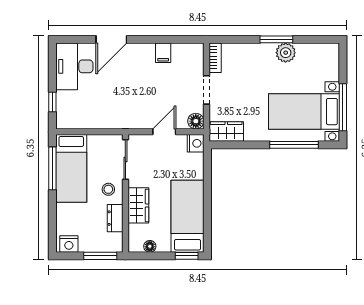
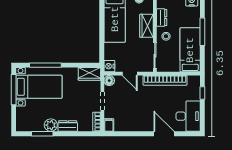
door: (111, 39) -> (164, 134), hinge flipped
window: (276, 39) -> (42, 134), moved
dresser: (260, 51) -> (68, 126), added
filing cabinet: (163, 53) -> (109, 125), moved
bookcase: (110, 121) -> (165, 80), added
door: (164, 132) -> (130, 74), hinge flipped
window: (52, 168) -> (202, 32), moved

